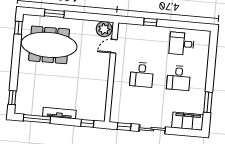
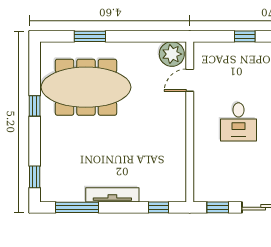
window: (18, 28) -> (35, 106), moved

